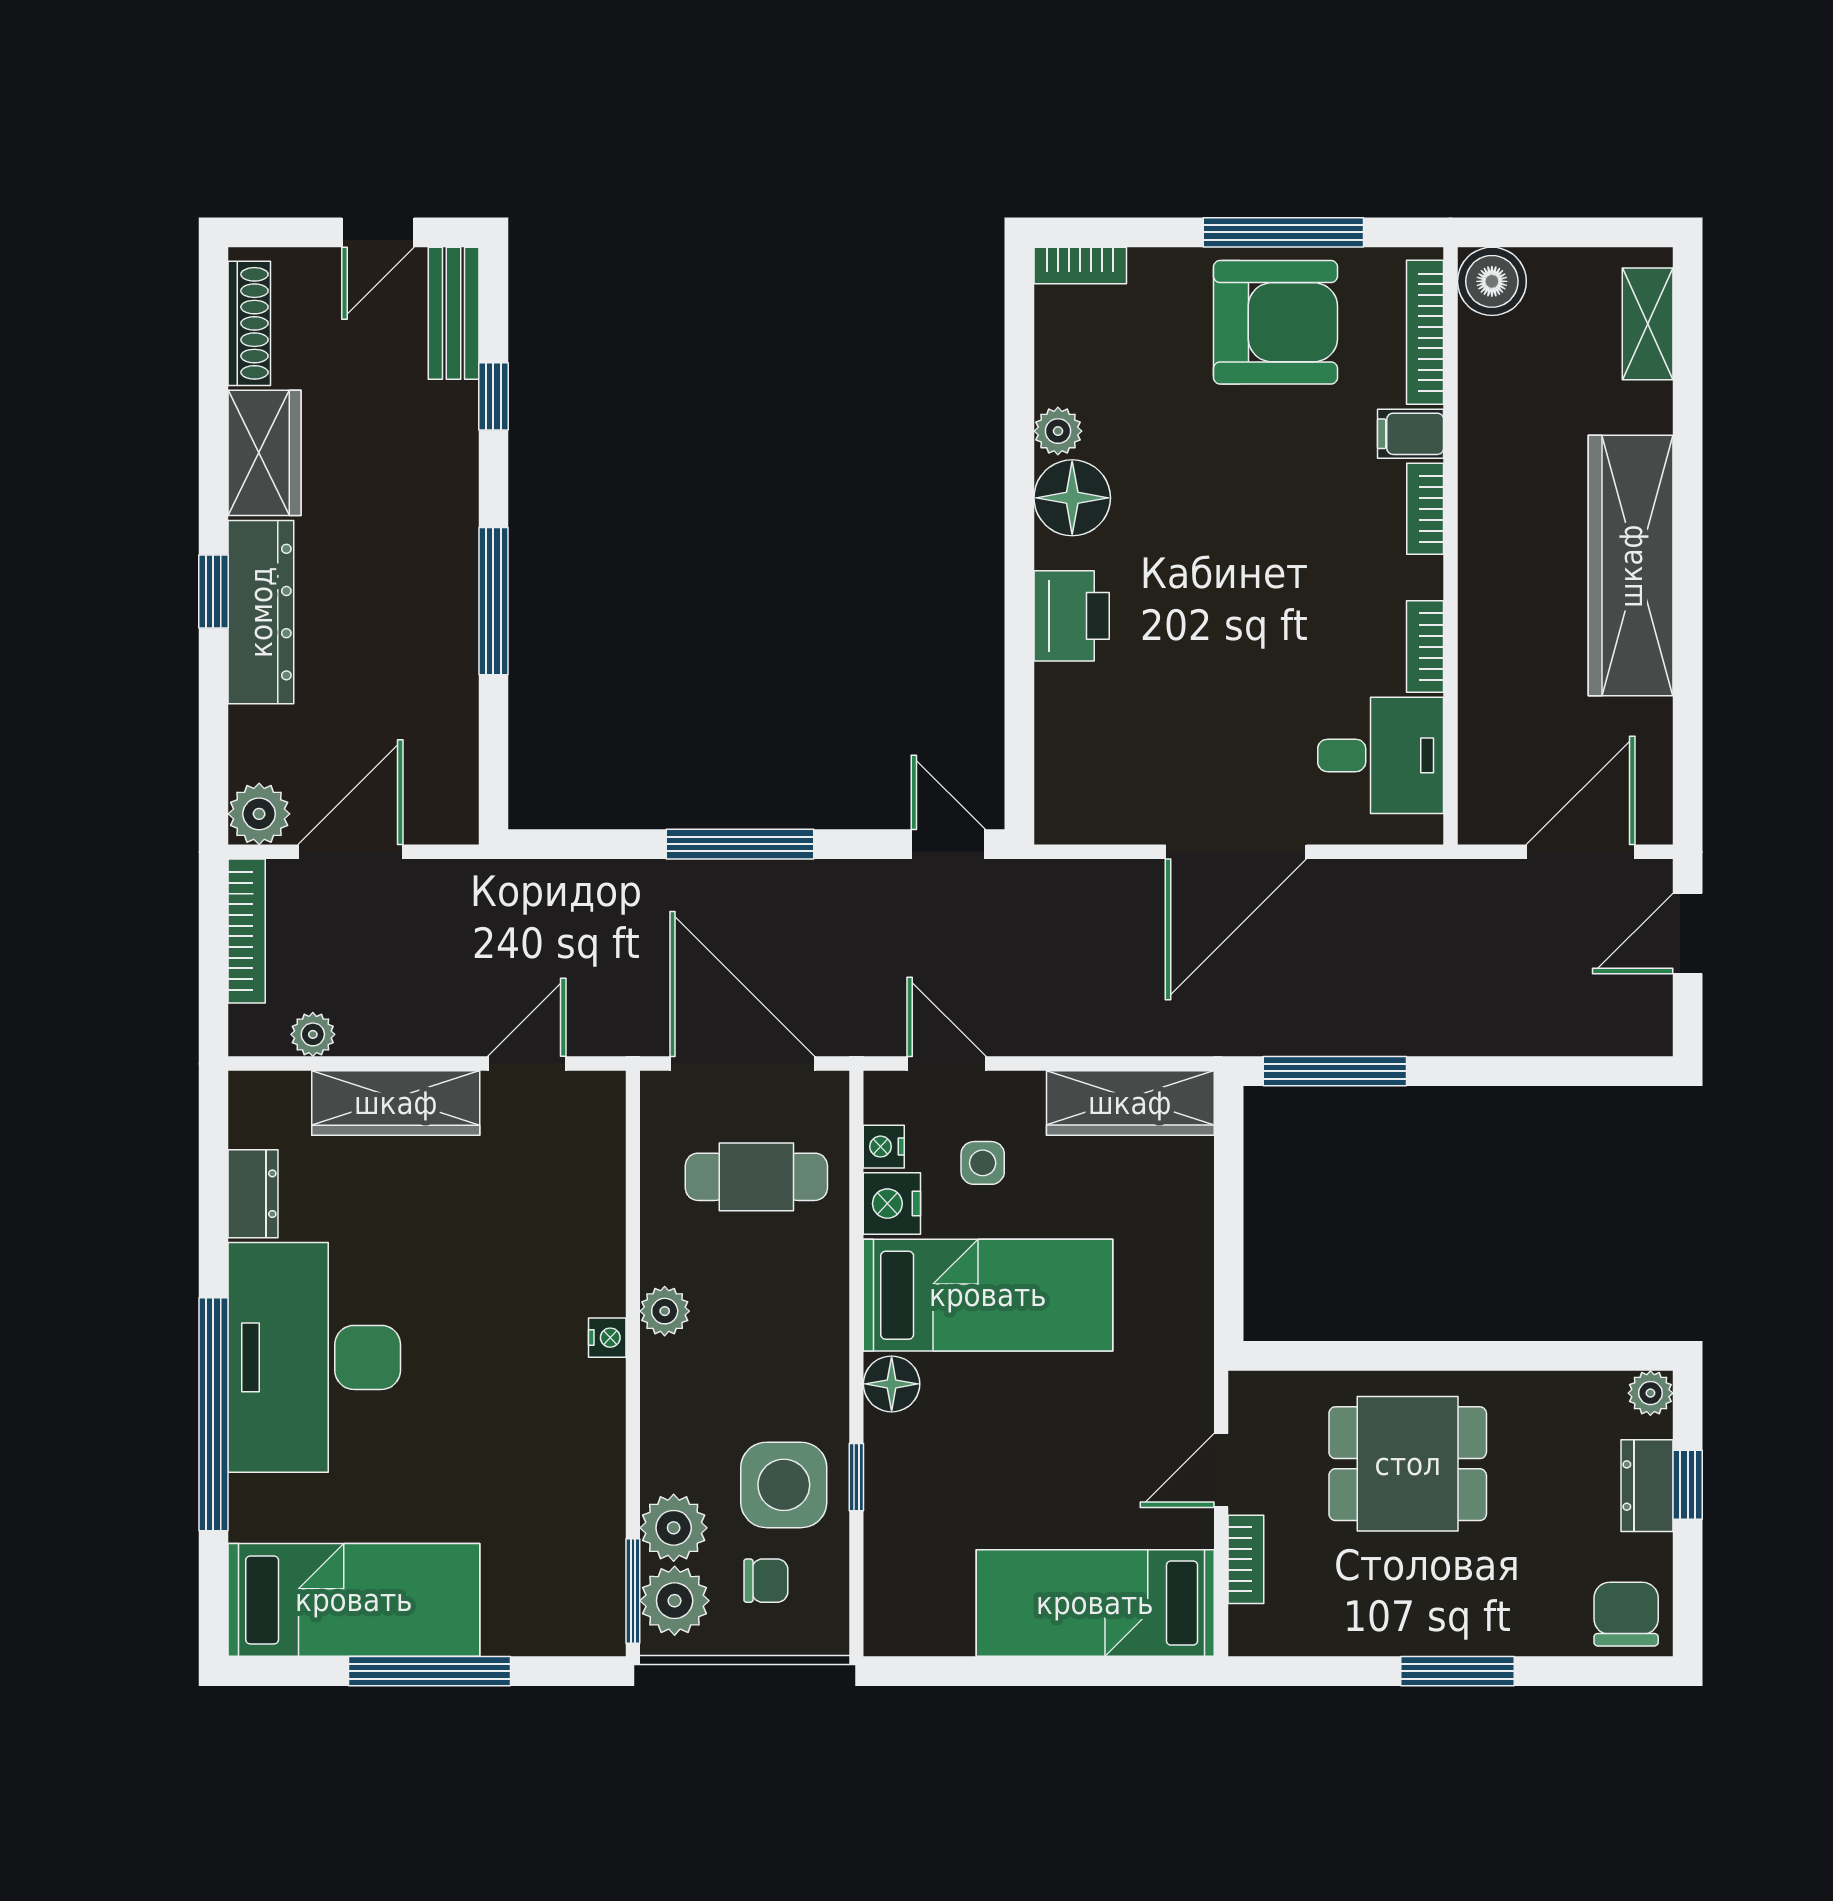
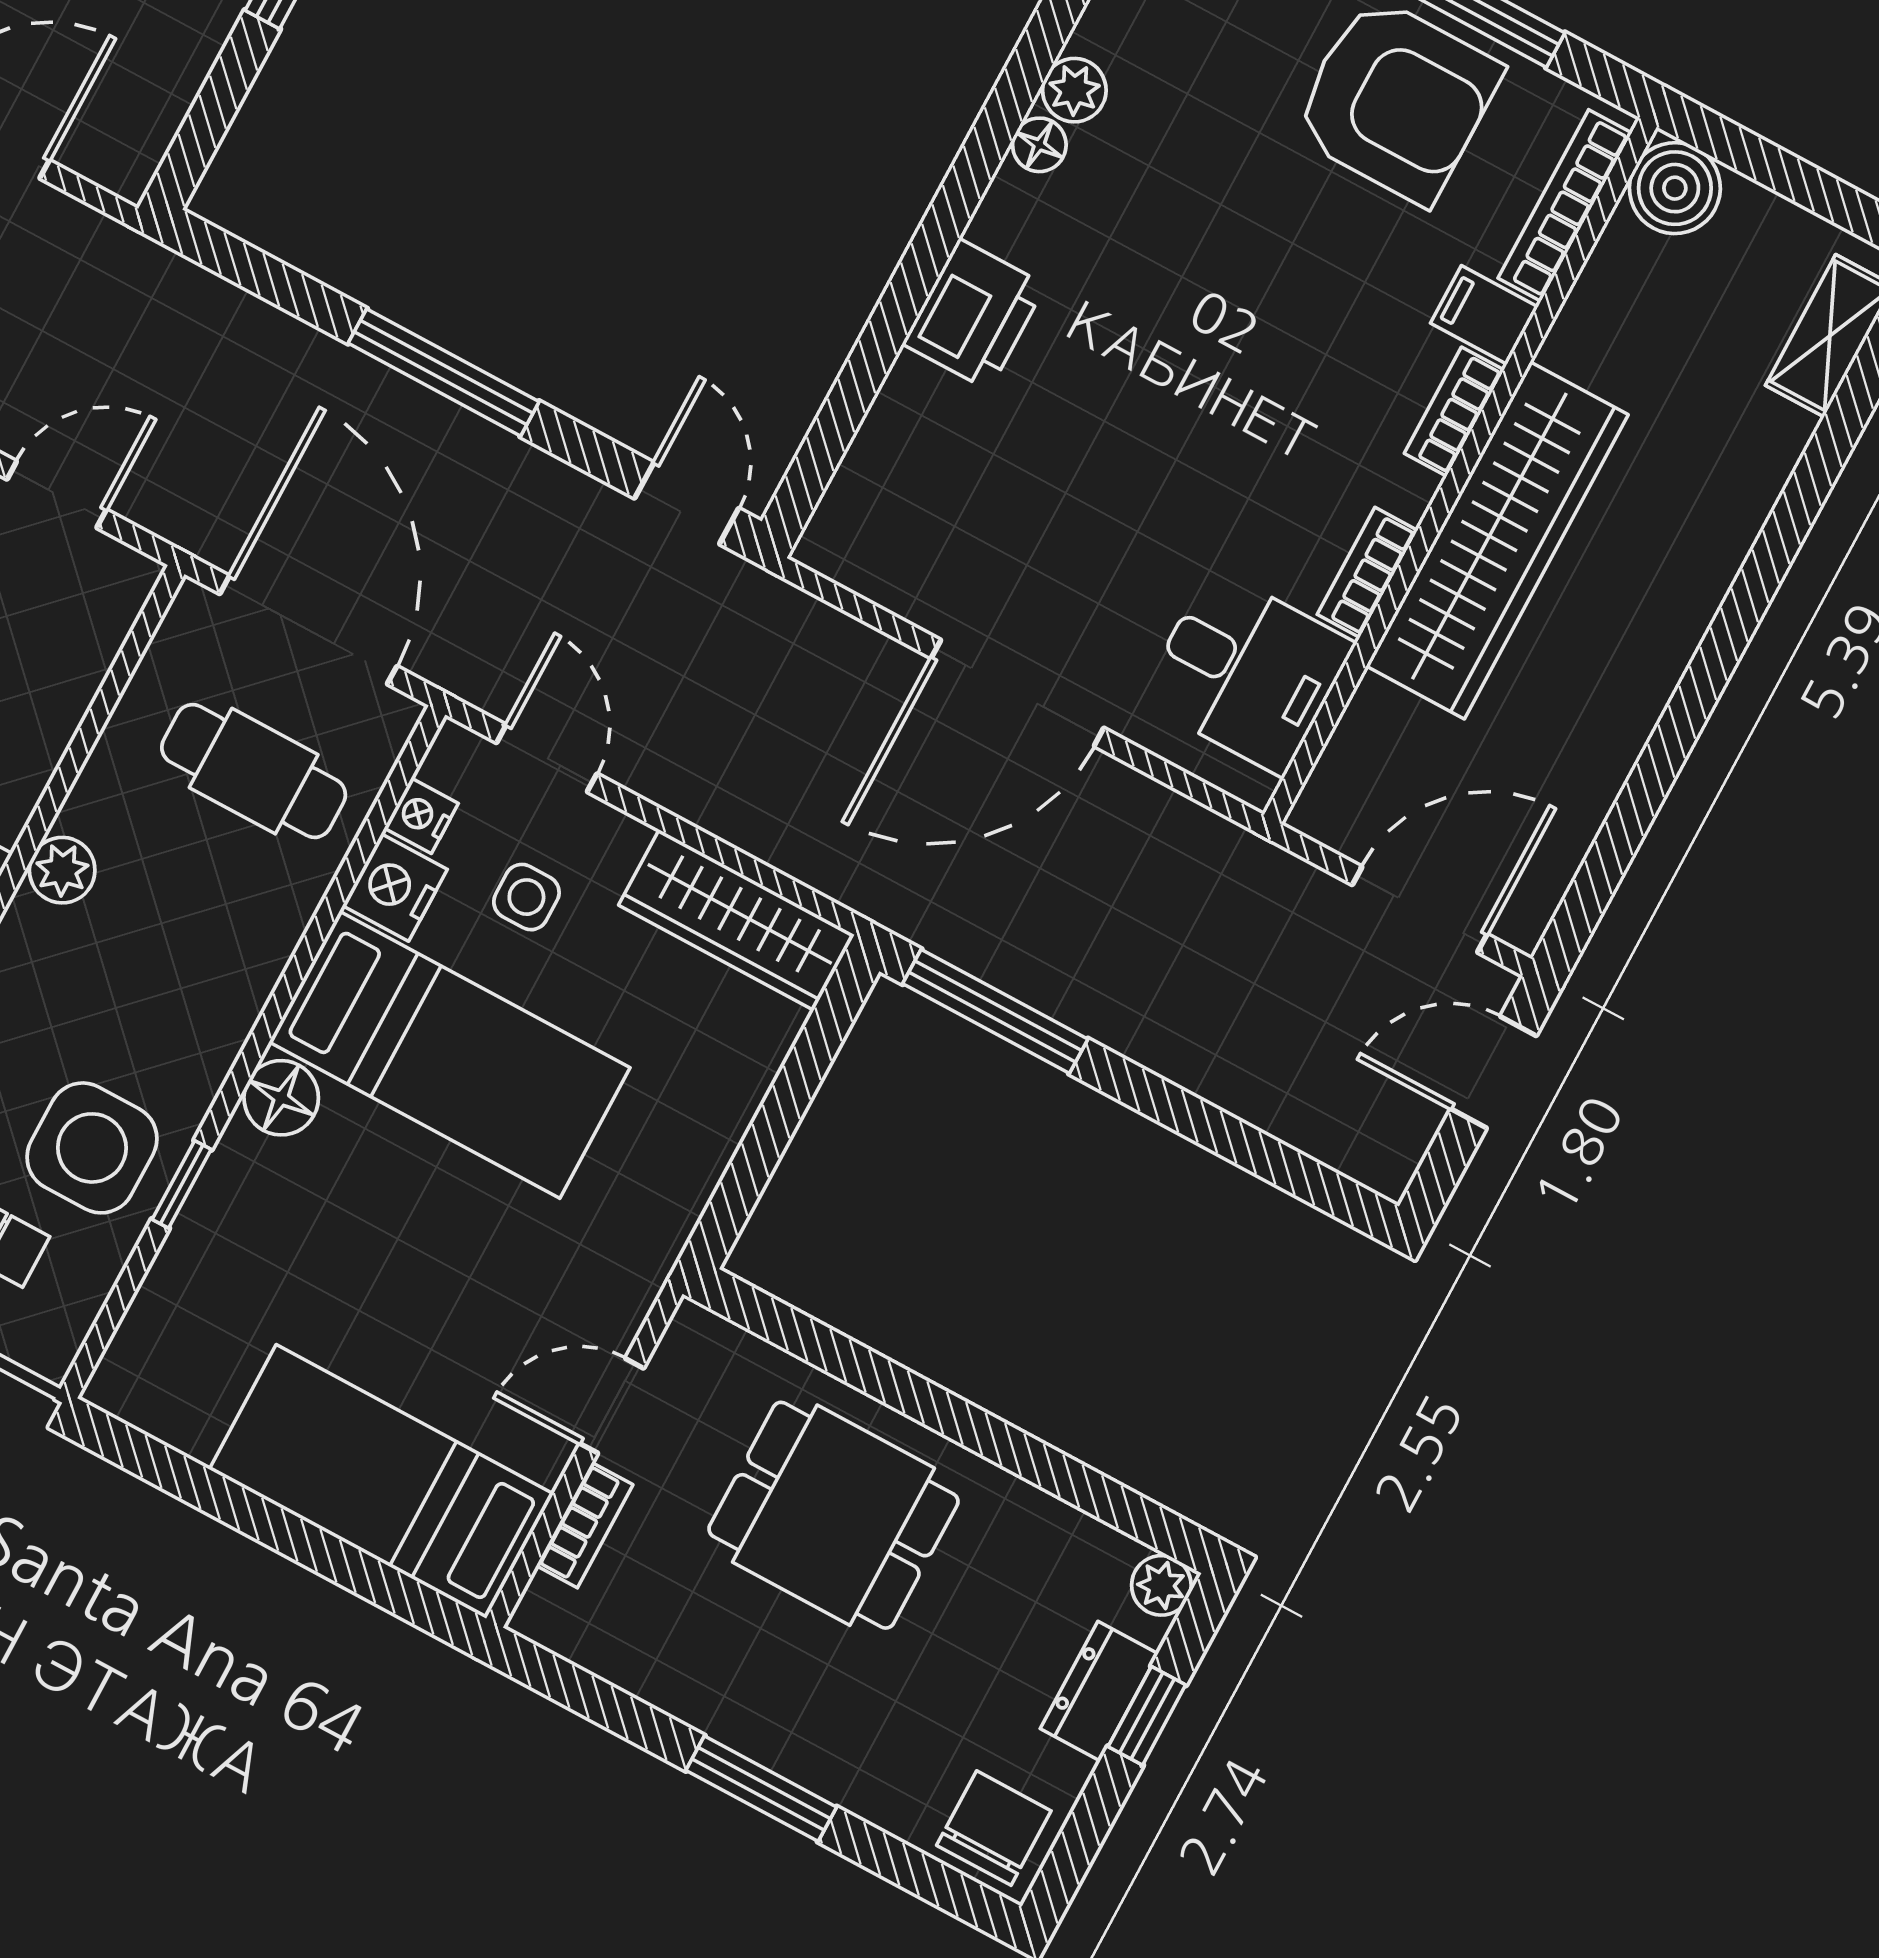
floor lamp: (1072, 498) -> (1039, 145), width x0.53, depth x0.53
wardrobe: (1631, 566) -> (1497, 540), moved, turned 180

